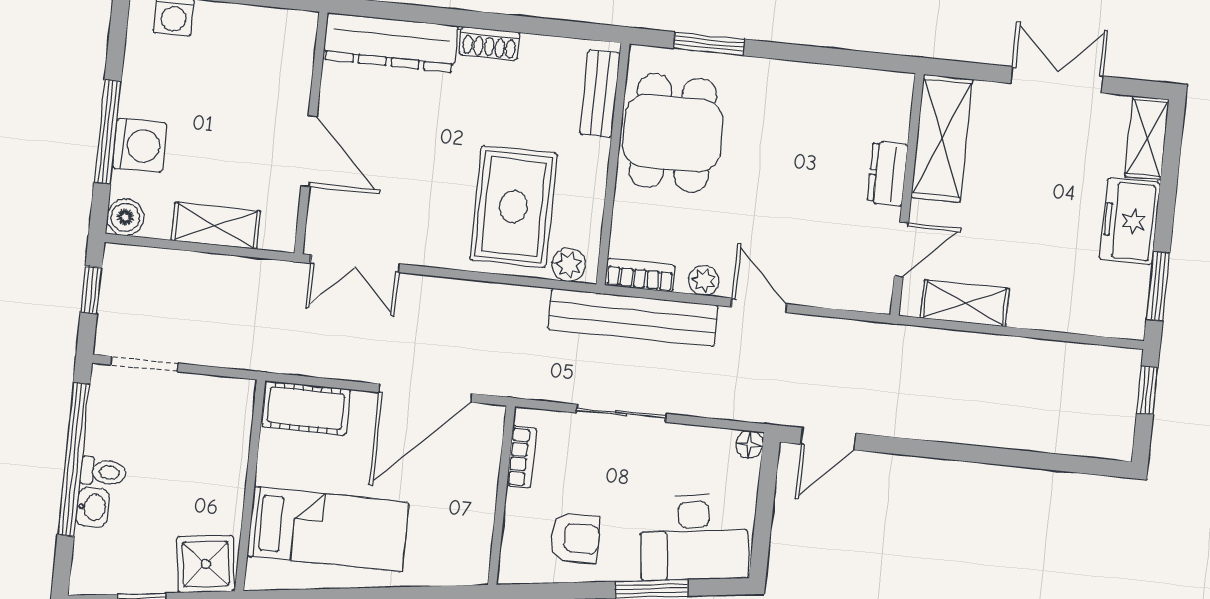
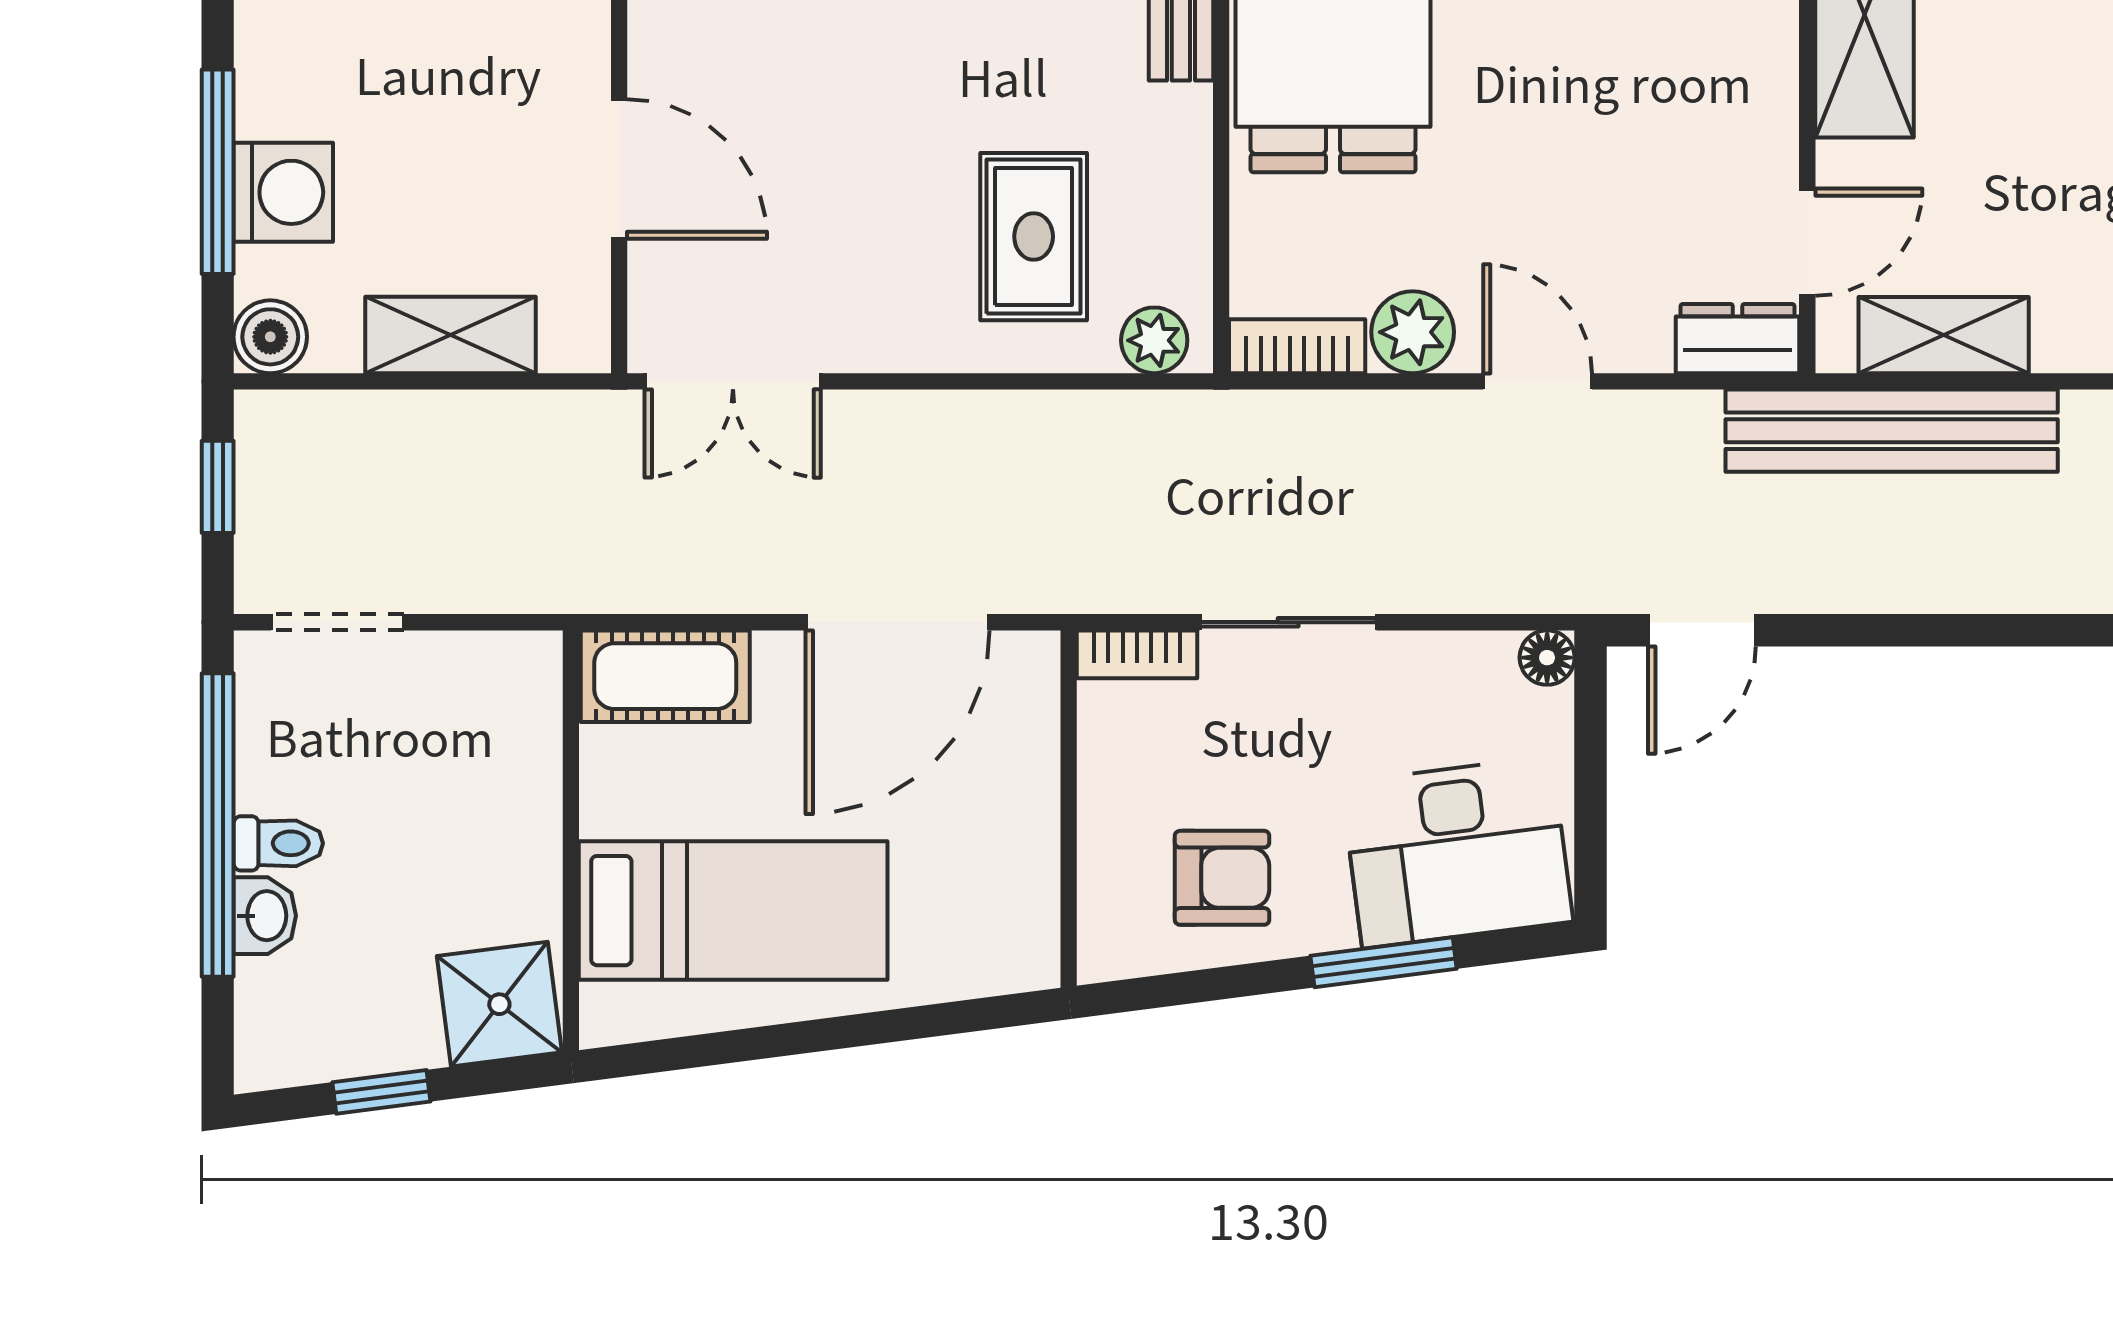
dresser: (887, 174) -> (1737, 339), moved, turned 90
rug: (513, 207) -> (1034, 237), width x0.73, depth x0.70
plant: (704, 280) -> (1413, 332), width x1.38, depth x1.38
bench: (633, 317) -> (1892, 431), moved
bookcase: (522, 457) -> (1137, 654), moved, turned 90

